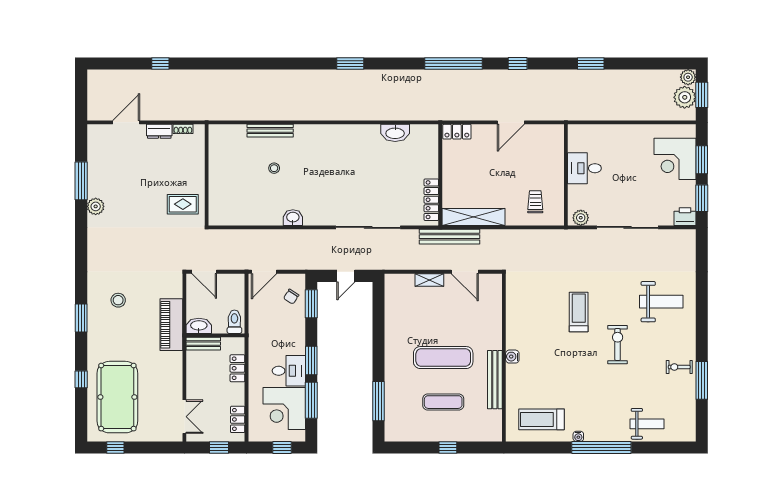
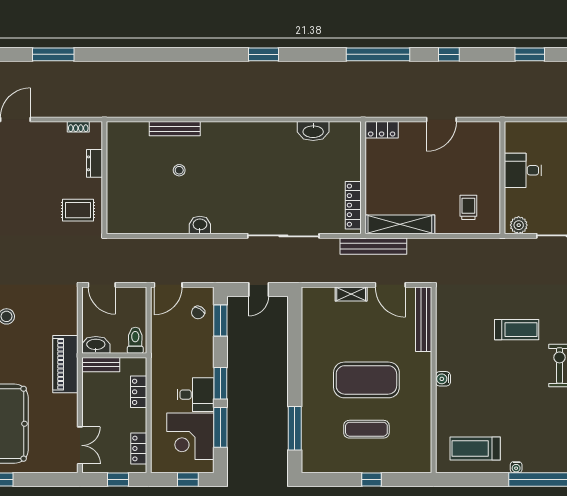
window: (160, 63) -> (53, 54), width x2.17
dresser: (159, 131) -> (95, 163), moved, turned 90
treadmill: (579, 312) -> (517, 330), turned 90
piano: (171, 325) -> (65, 364), moved
exercise mat: (443, 358) -> (366, 380), width x1.47
bench: (495, 380) -> (424, 319), moved

